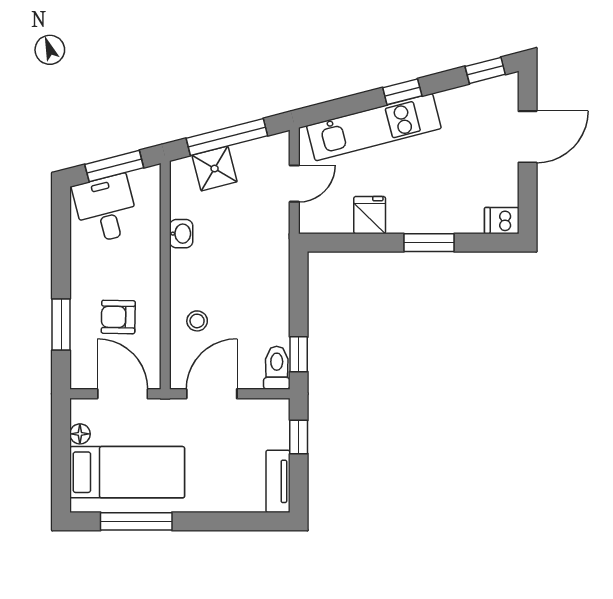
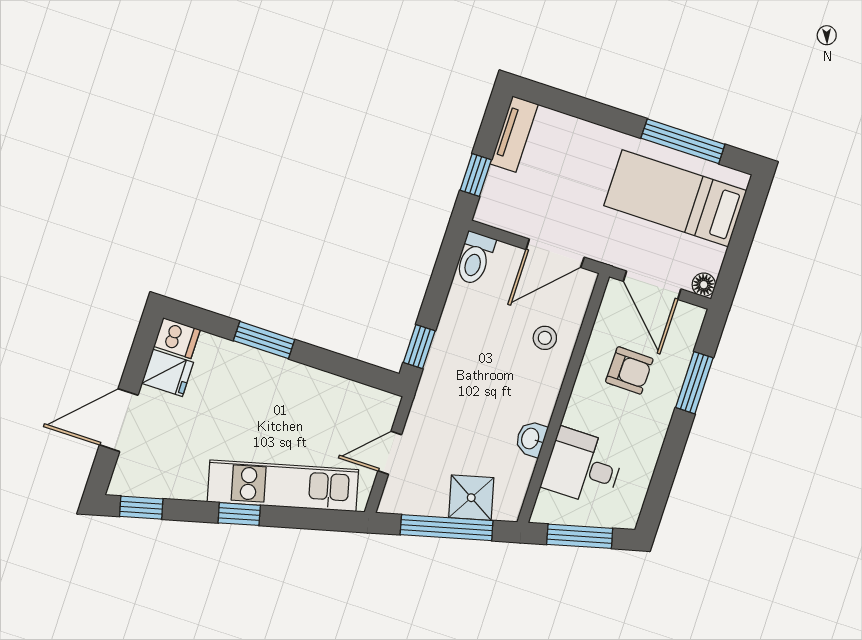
desk: (106, 209) -> (583, 467), moved, turned 104
fridge: (370, 215) -> (168, 373), moved, turned -90
window: (299, 354) -> (419, 347), moved
floor lamp: (80, 434) -> (704, 285), moved

